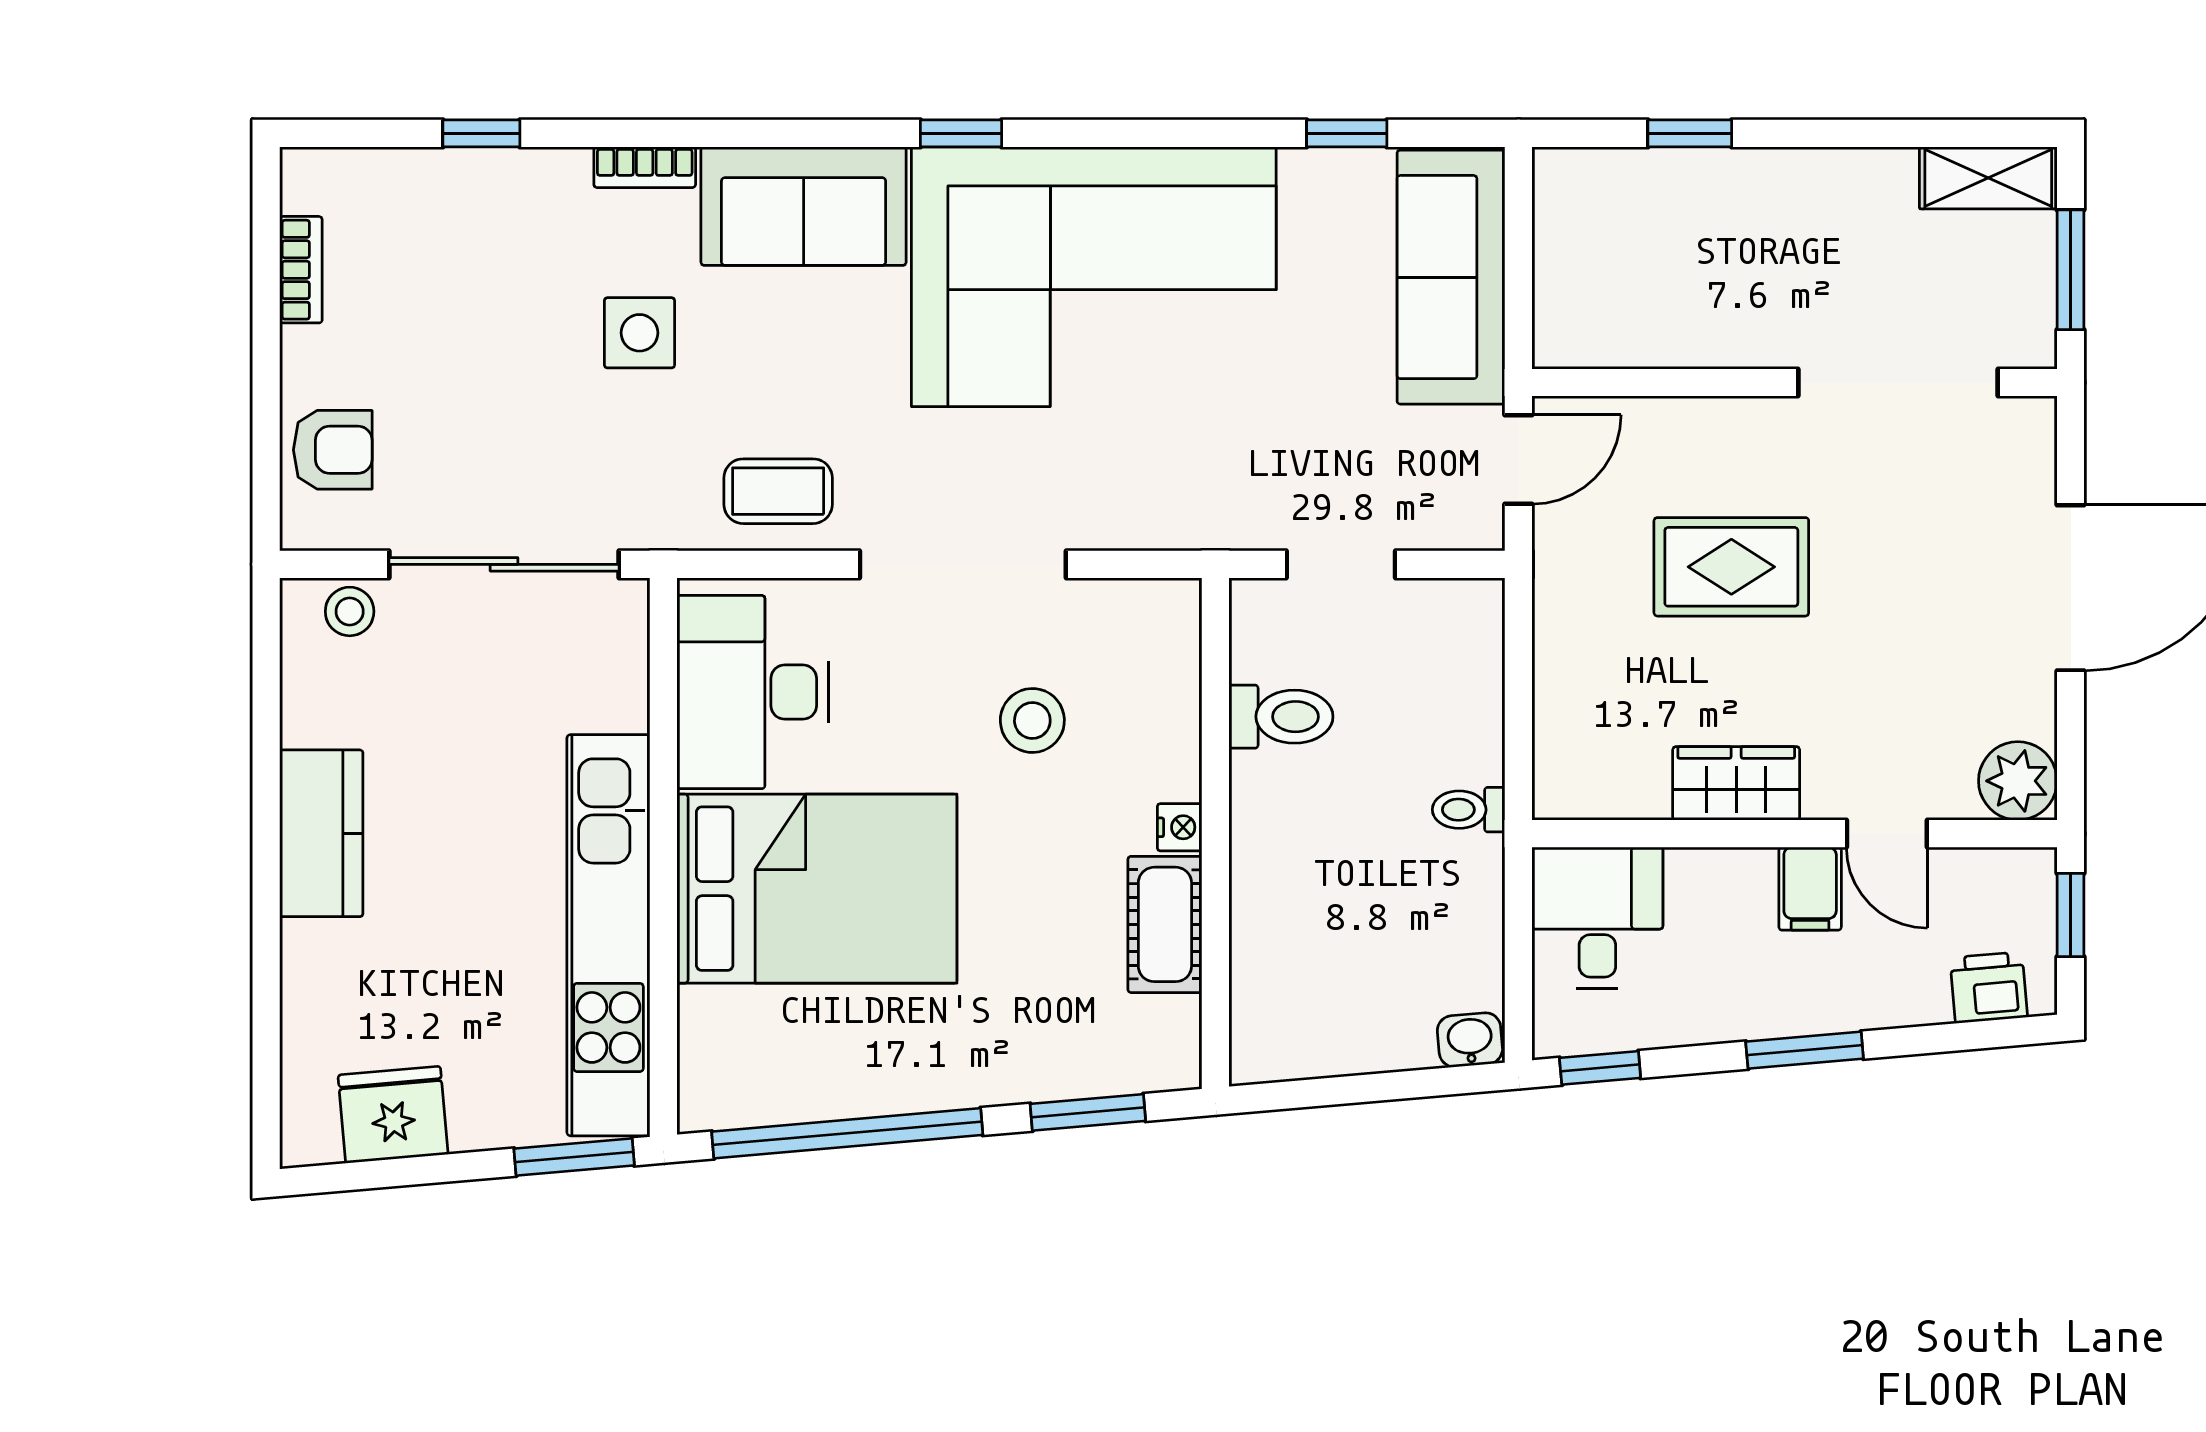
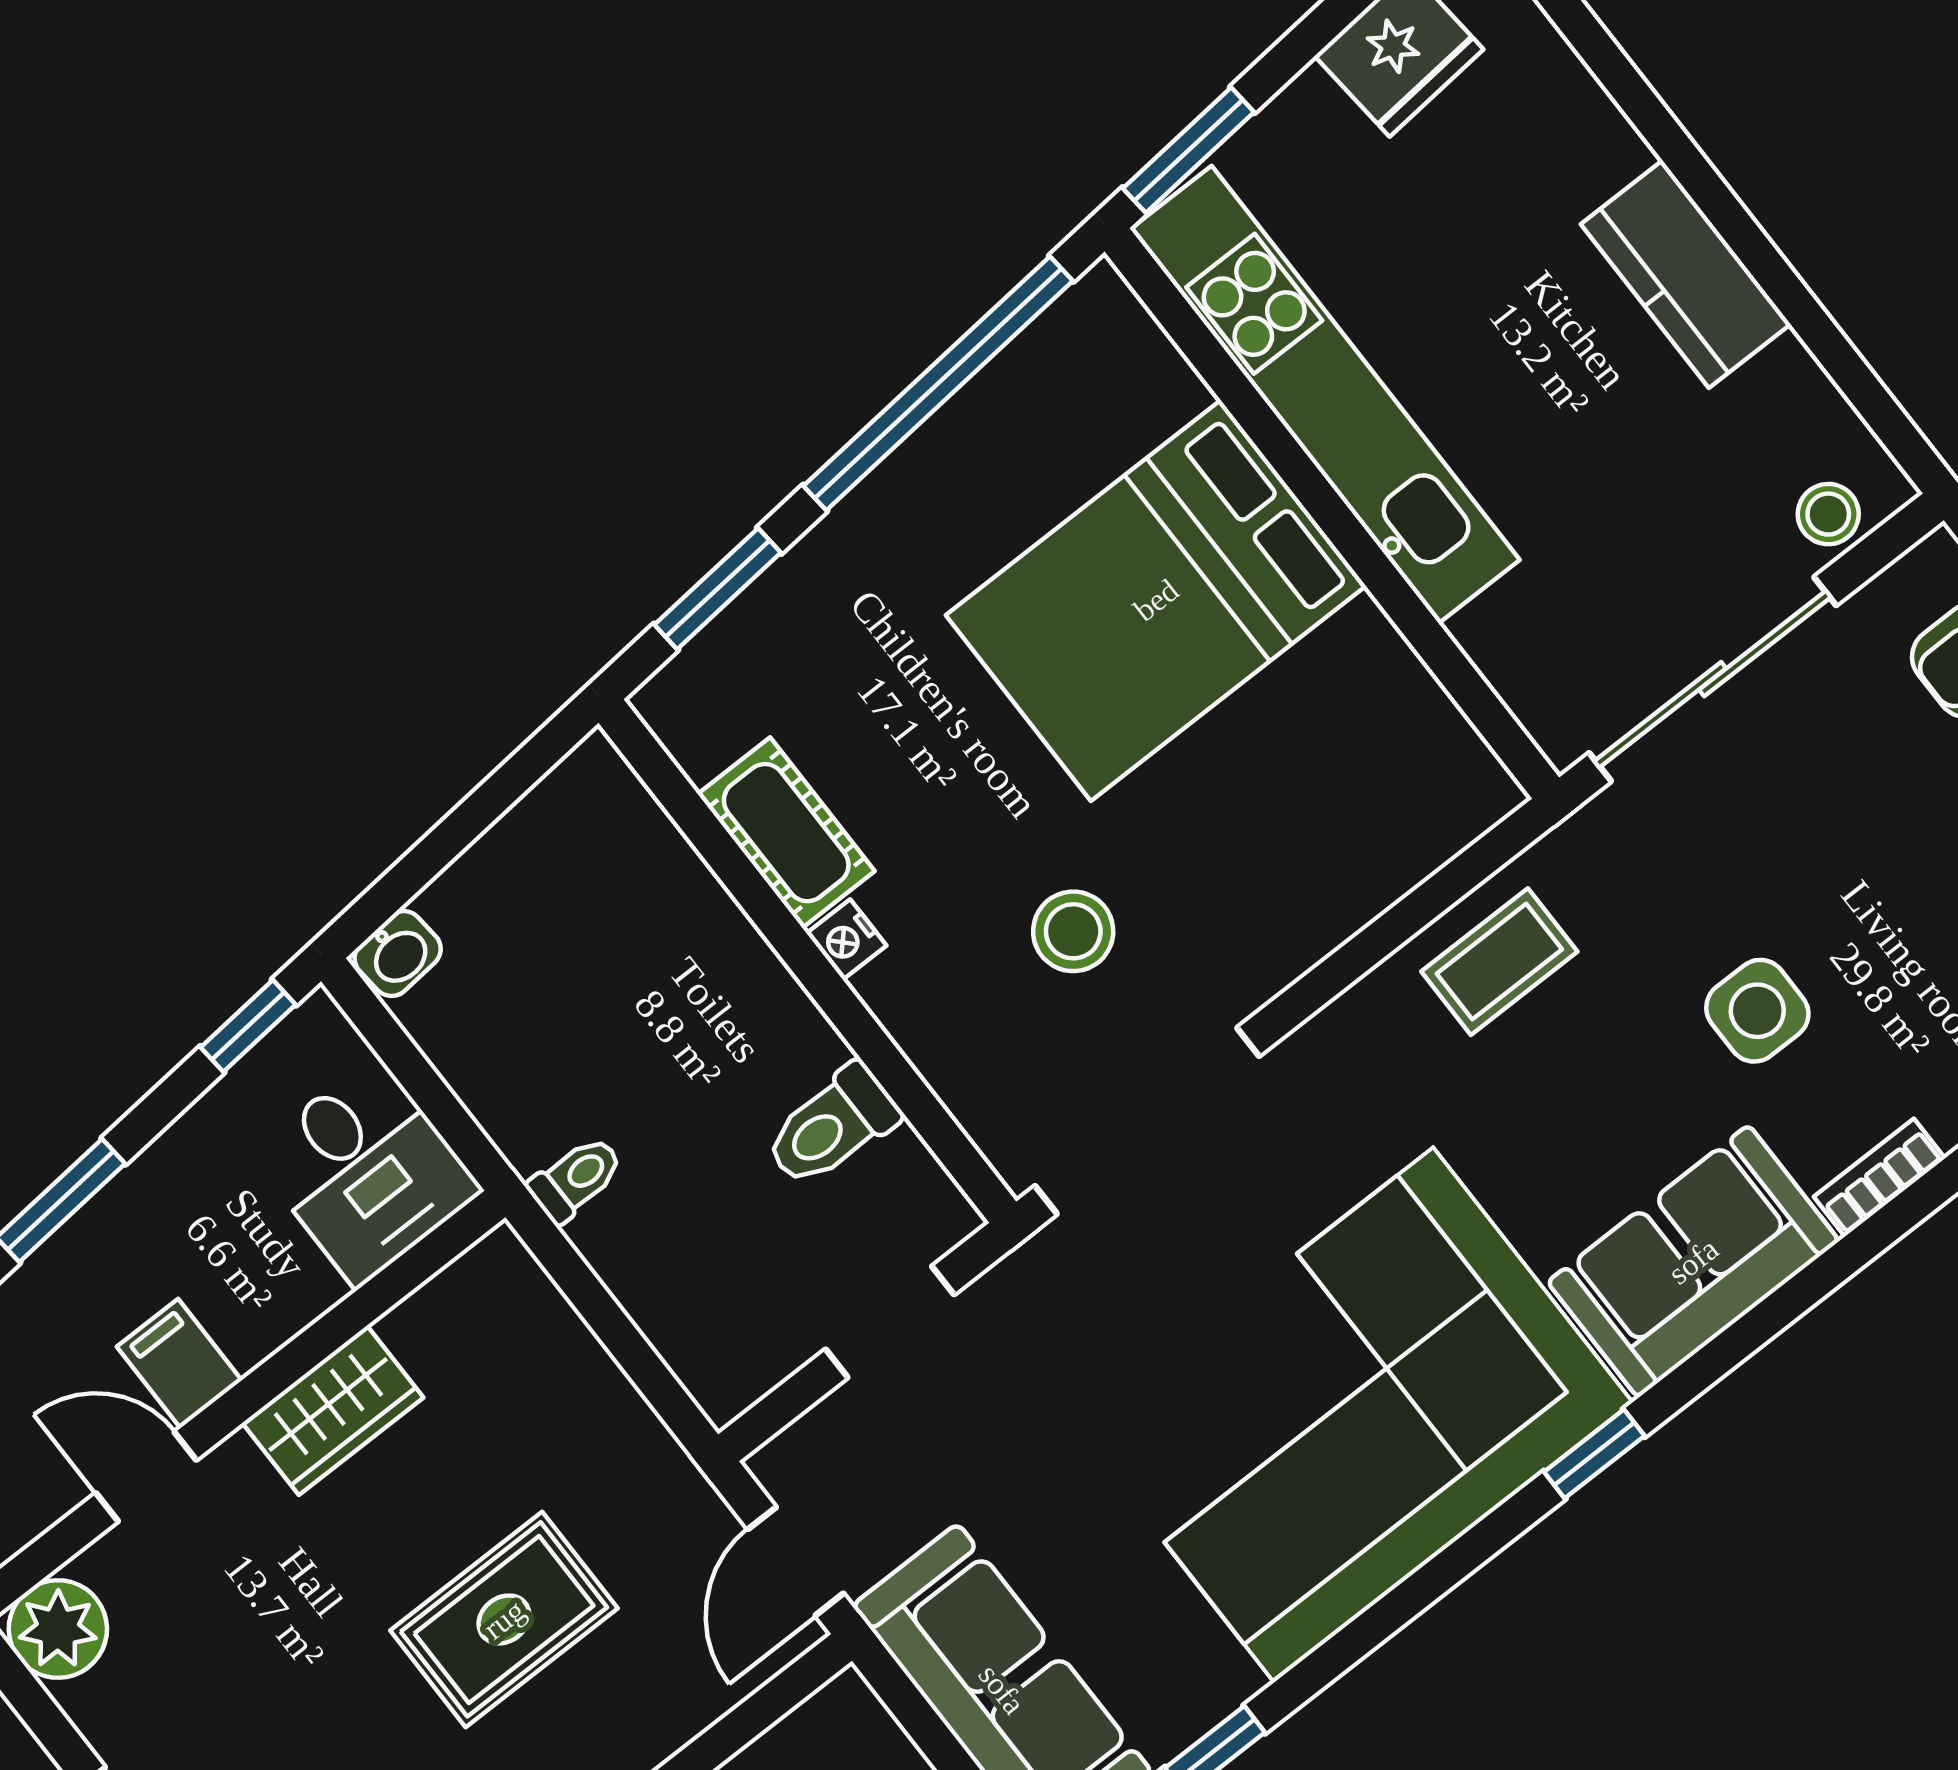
doorway: (963, 564) -> (1147, 1121), moved
desk: (753, 692) -> (1370, 745), removed

